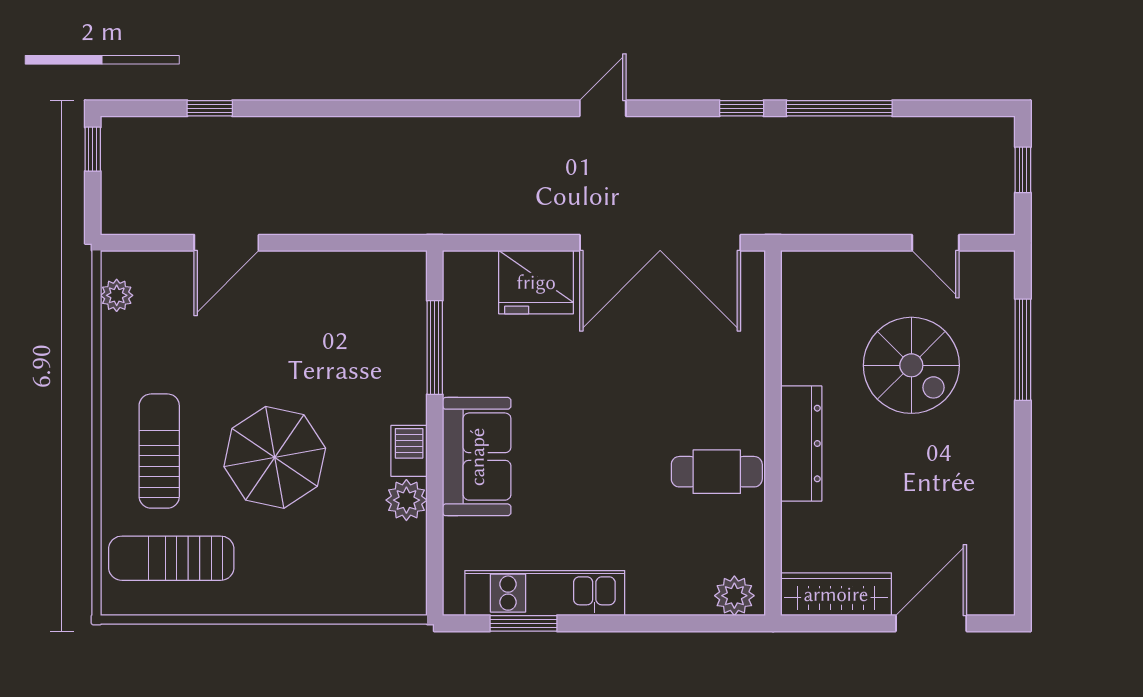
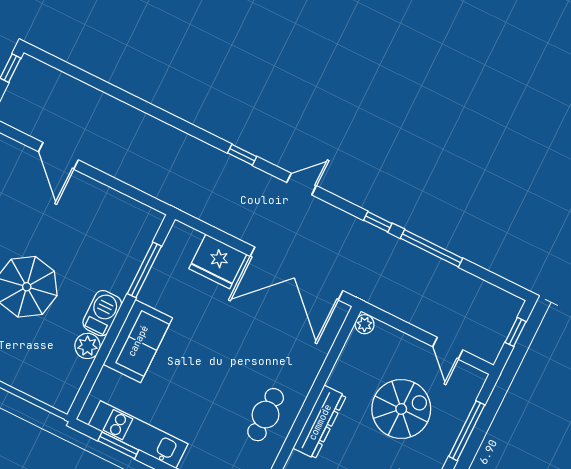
window: (210, 108) -> (242, 155), moved
door: (226, 243) -> (58, 156), hinge flipped
plant: (796, 268) -> (365, 324), added
spiral stairs: (911, 365) -> (401, 409), turned -90
barbecue: (409, 451) -> (102, 313), width x1.38, depth x1.27
cafe table: (717, 472) -> (266, 415), turned 90

